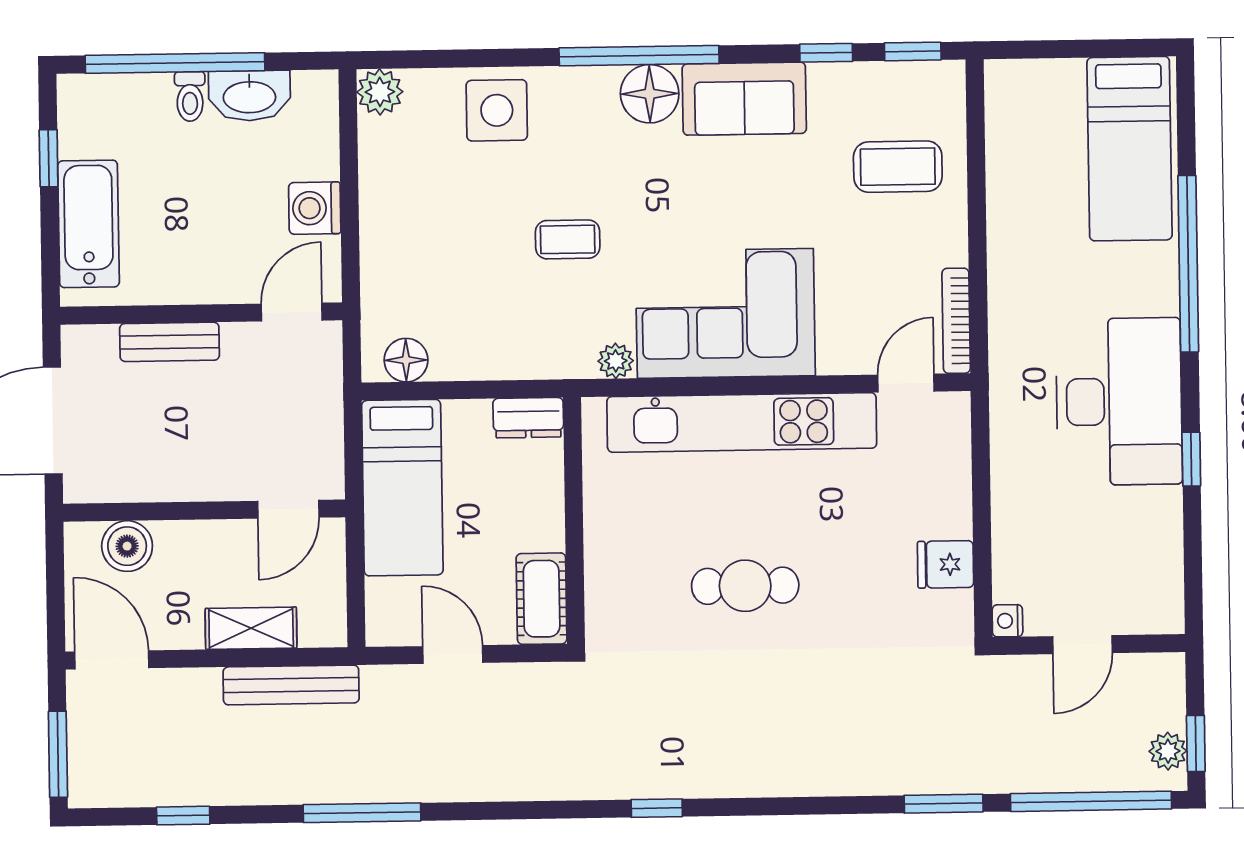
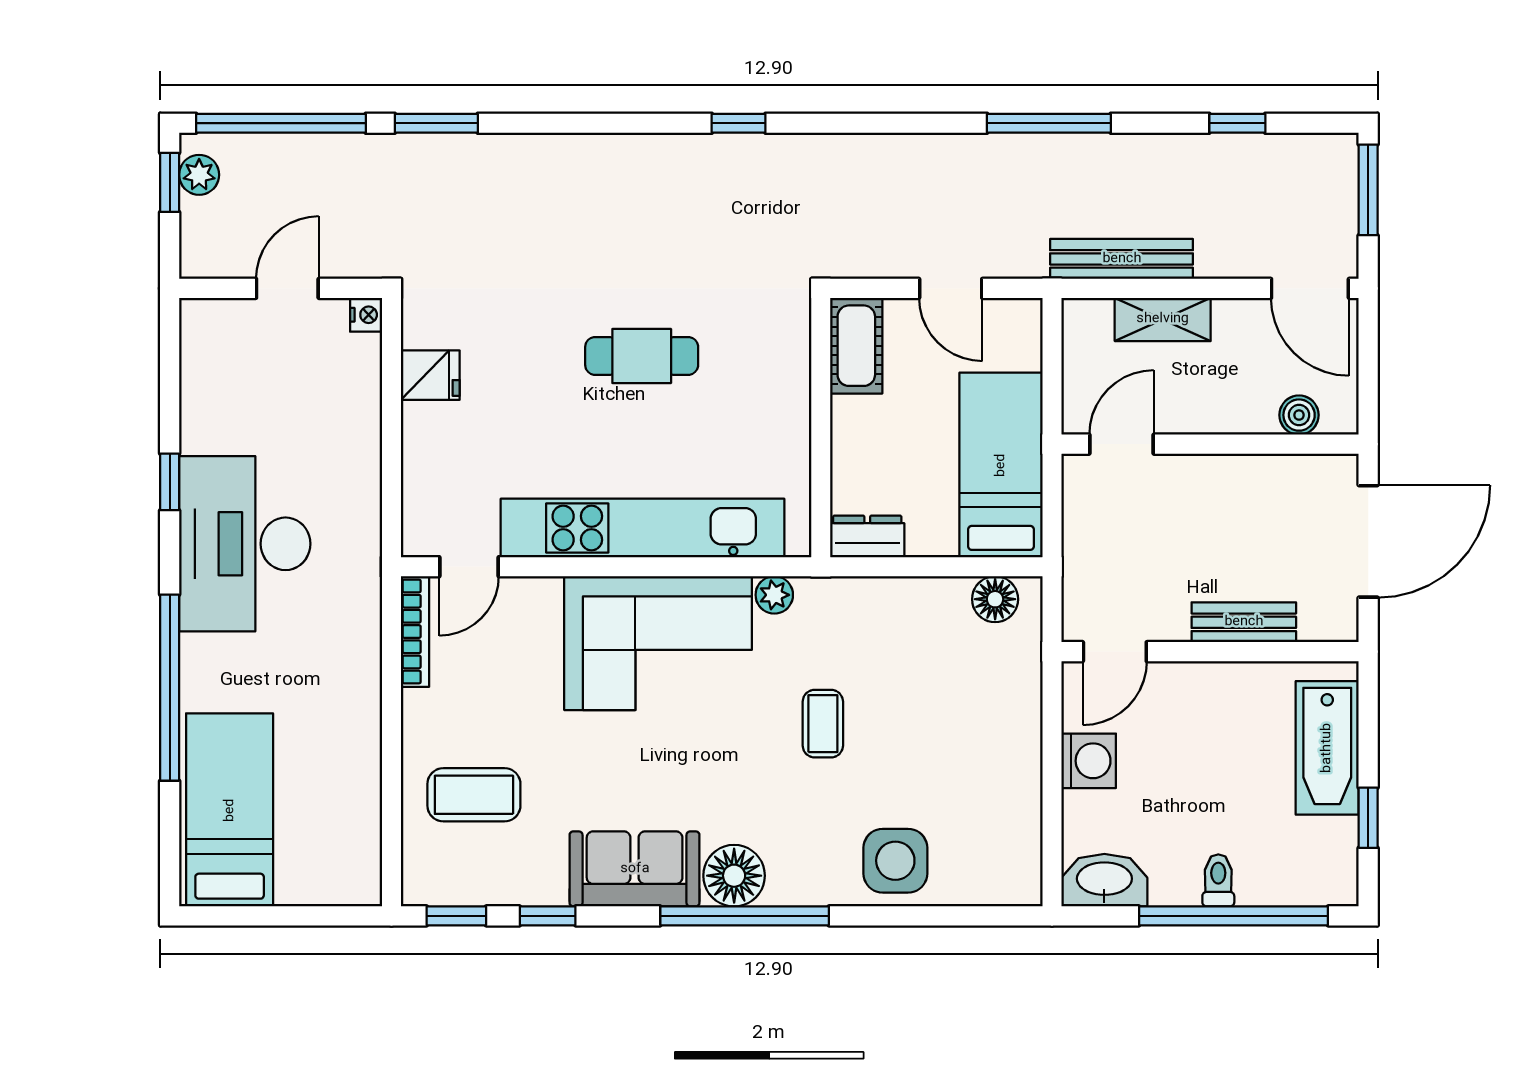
plant: (380, 92) -> (1018, 882), removed
washbasin: (249, 96) -> (1104, 880), moved
coffee table: (568, 239) -> (823, 724), turned 90
boiler: (127, 546) -> (1299, 415), width x0.73, depth x0.73

